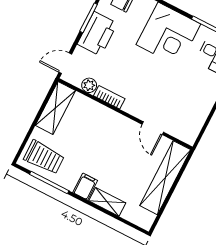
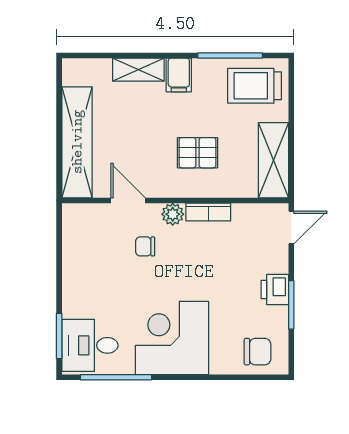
printer: (97, 34) -> (275, 289), width x0.53, depth x0.68
plant: (89, 85) -> (173, 214), moved
chair: (157, 96) -> (145, 246), added
pallet: (98, 135) -> (197, 153), added

